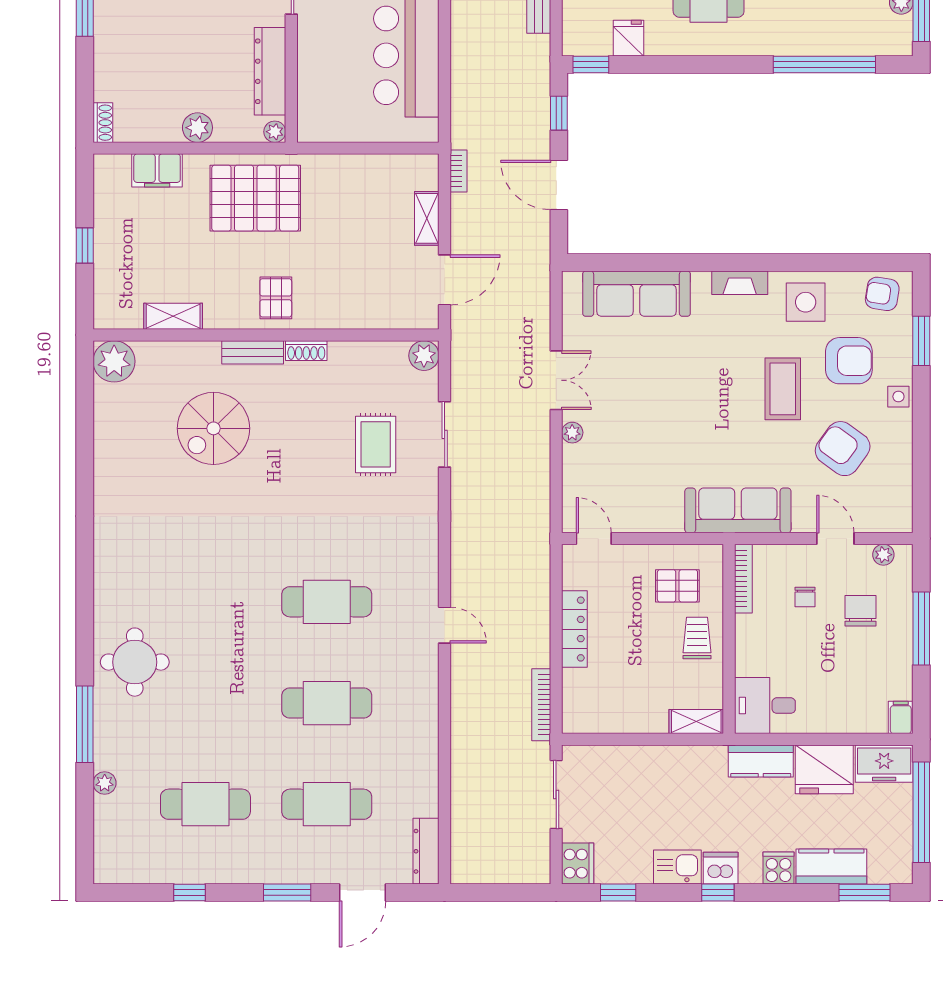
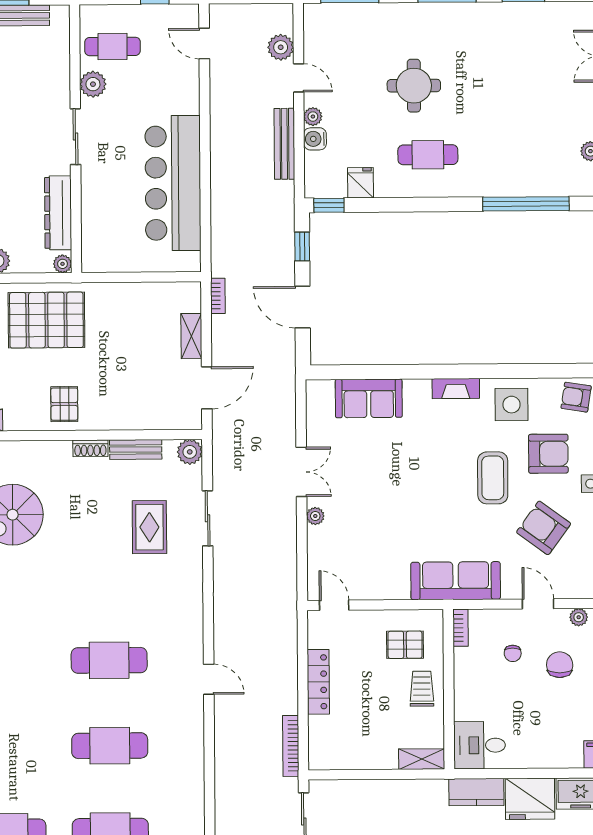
sofa: (636, 294) -> (369, 398), width x0.73
bench: (253, 352) -> (136, 449), moved
bookcase: (743, 579) -> (461, 628), width x0.64

